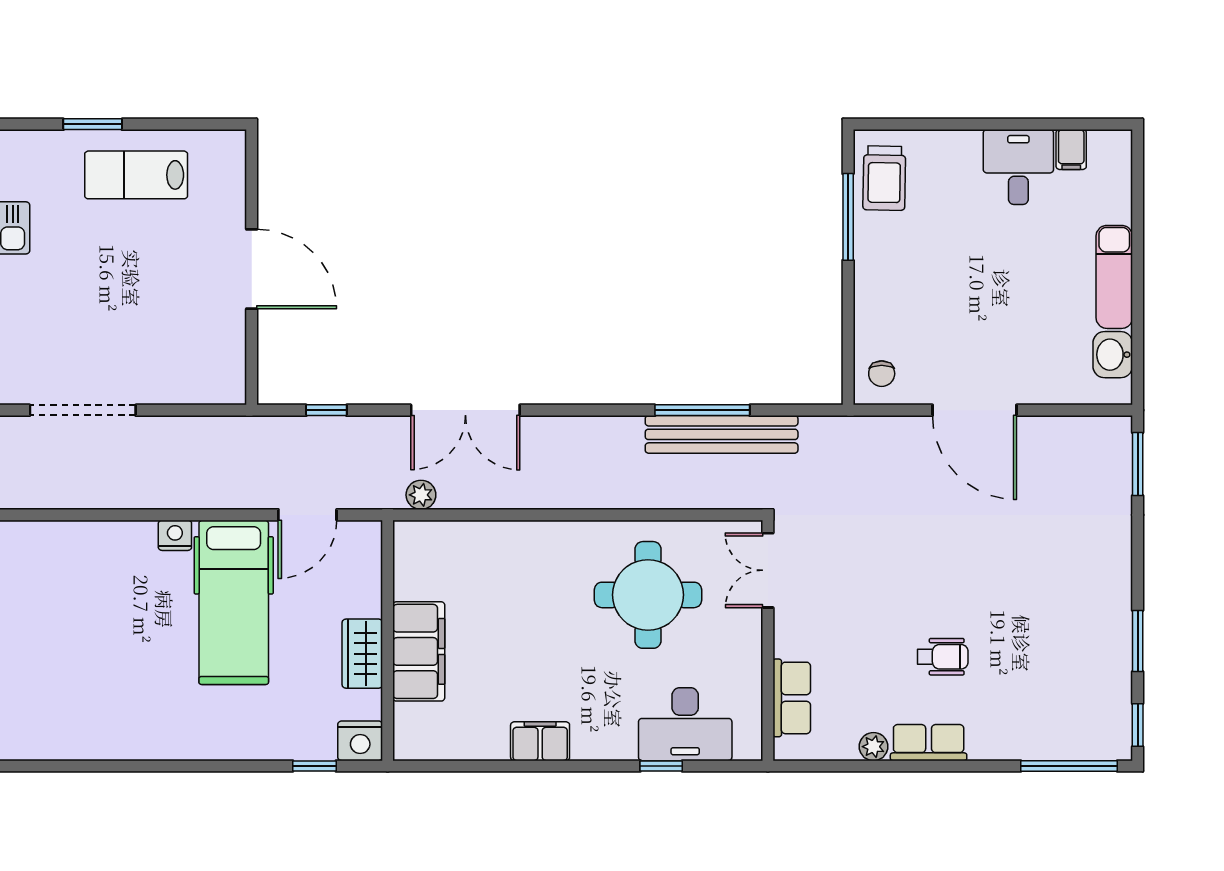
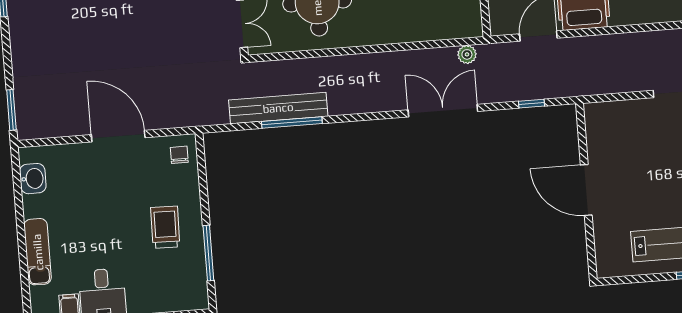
trolley: (884, 178) -> (165, 227), moved
exam couch: (1114, 277) -> (38, 252), moved
nightstand: (175, 535) -> (622, 16), removed

